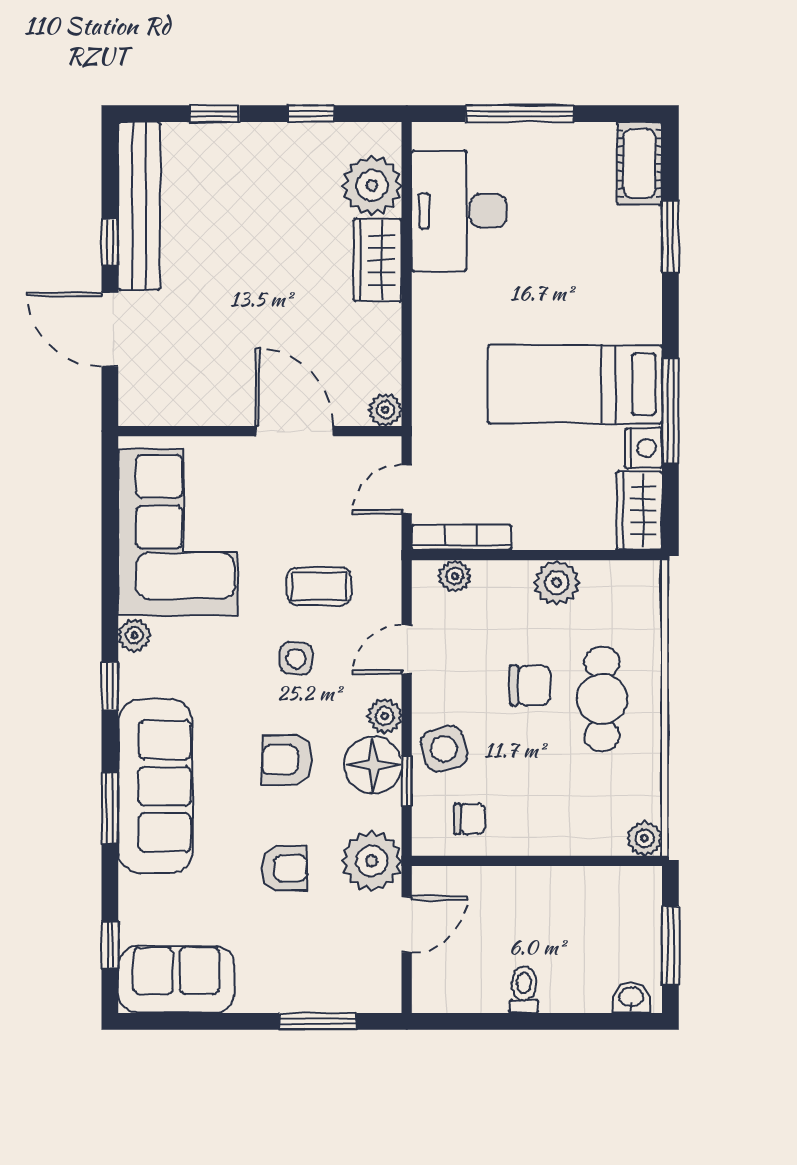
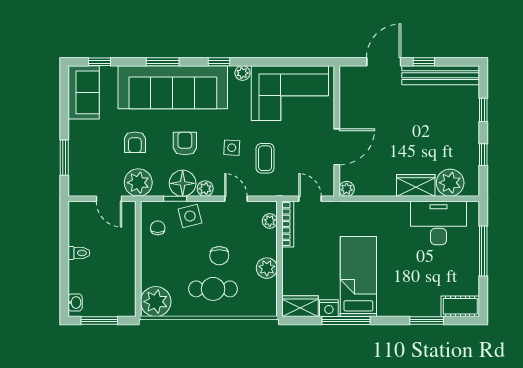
sofa: (155, 786) -> (173, 87), width x1.36, depth x1.27
chair: (470, 819) -> (158, 228), turned 180
plant: (645, 838) -> (156, 302), width x1.88, depth x1.88

